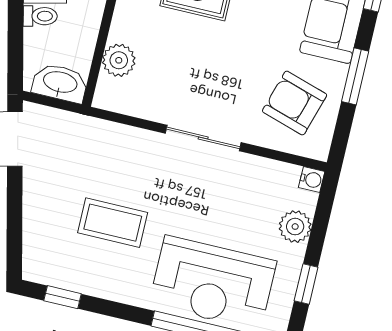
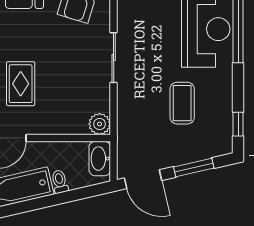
plant: (119, 60) -> (100, 124), moved
window: (14, 217) -> (194, 167), added

